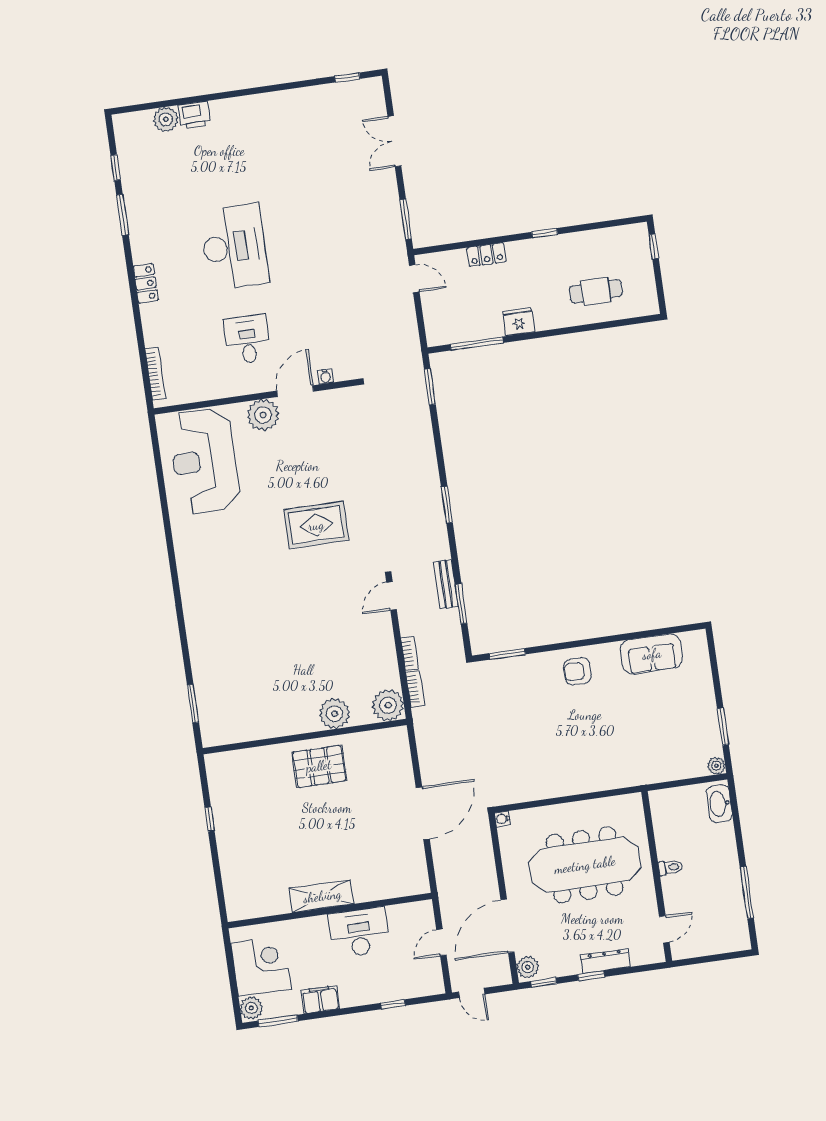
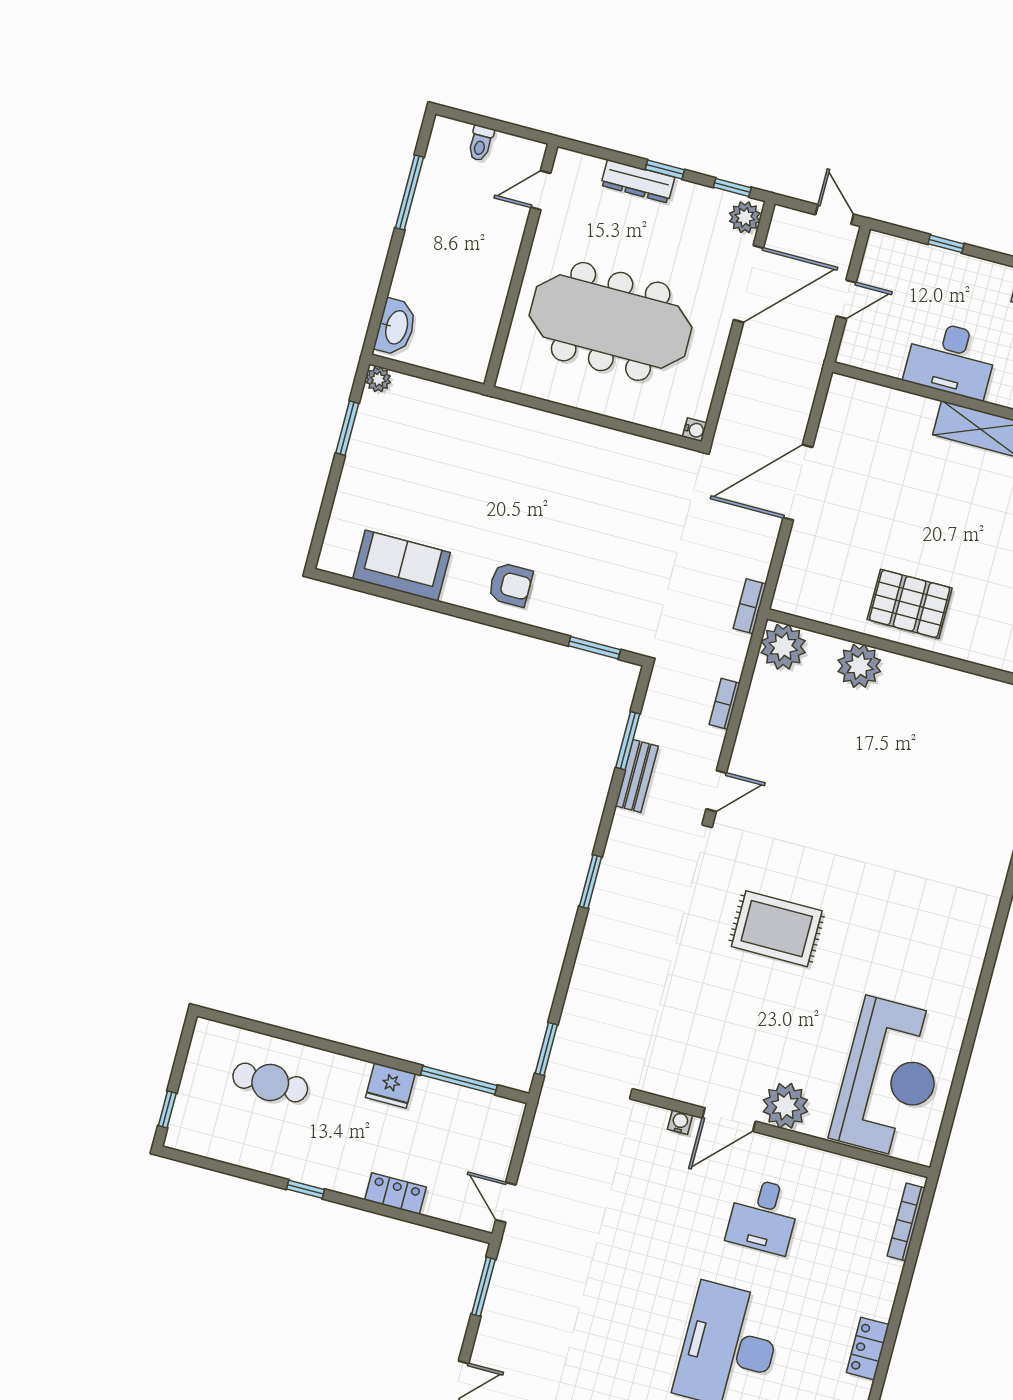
bookcase: (415, 689) -> (750, 606), moved
toilet: (670, 867) -> (481, 143), moved, turned -90

